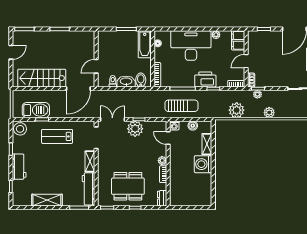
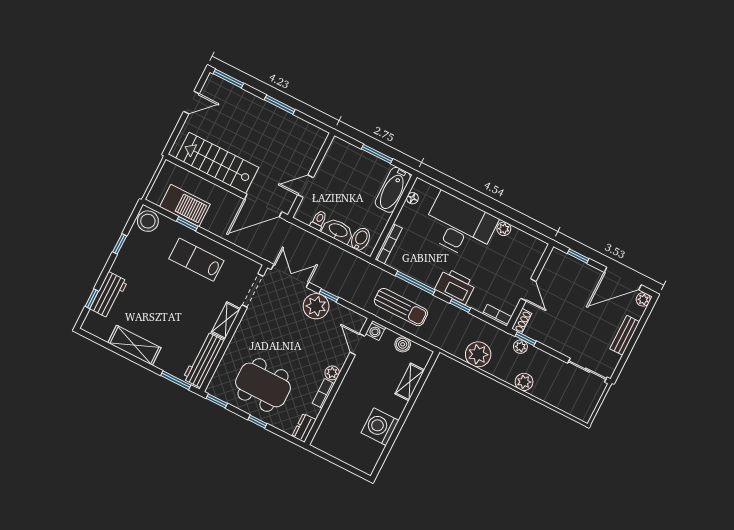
filing cabinet: (238, 40) -> (532, 253), removed
door: (246, 61) -> (528, 290), swing flipped
washing machine: (203, 164) -> (380, 427), moved
workbench: (19, 167) -> (109, 295), moved

